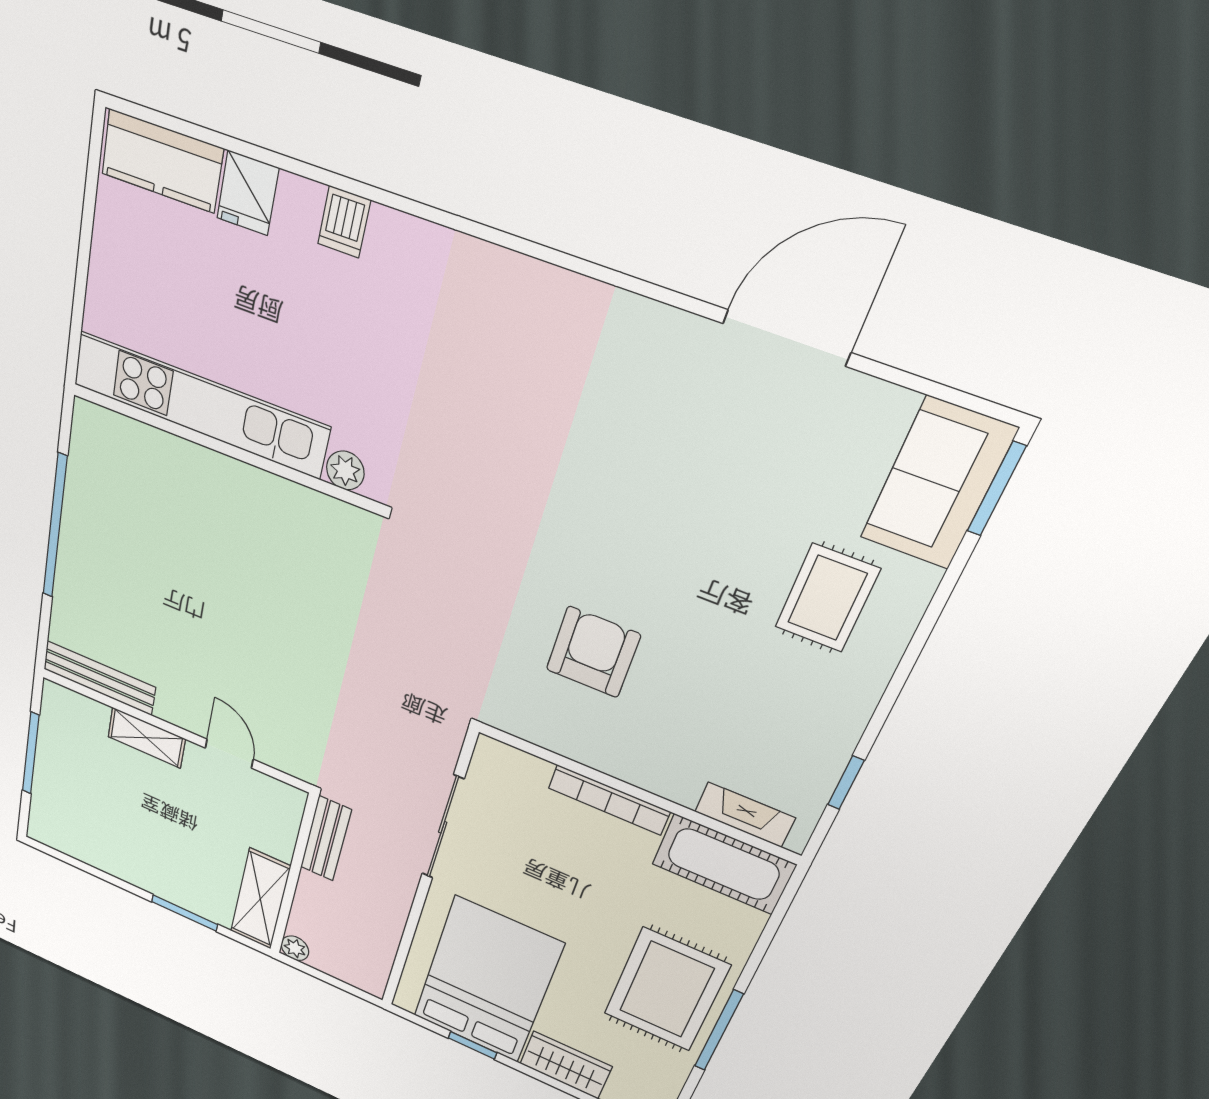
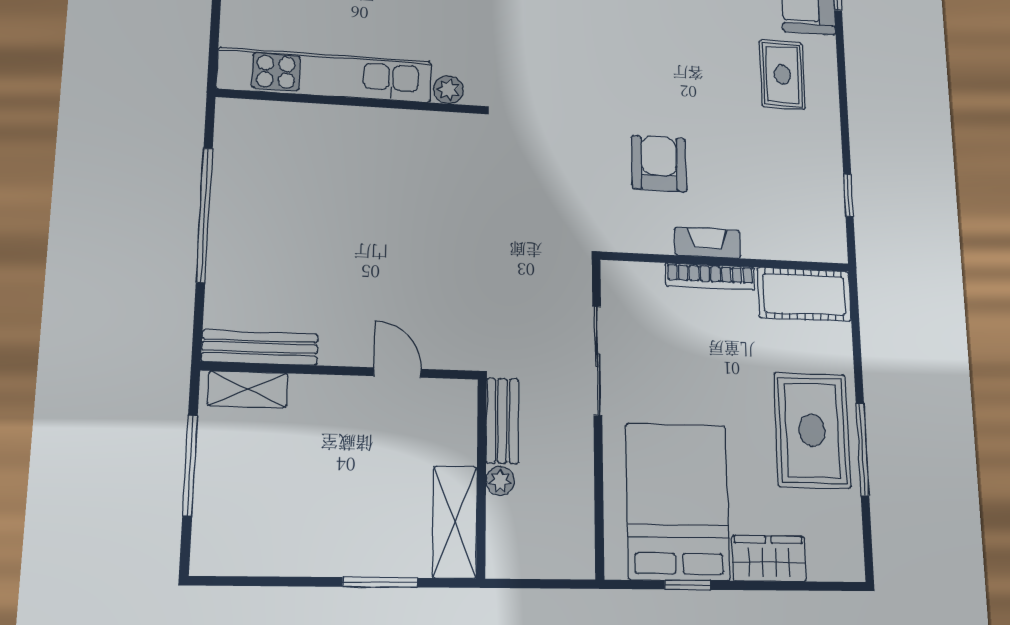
shelving: (147, 738) -> (248, 389), moved
fireplace: (745, 815) -> (708, 243), moved
plant: (295, 948) -> (500, 481), moved

